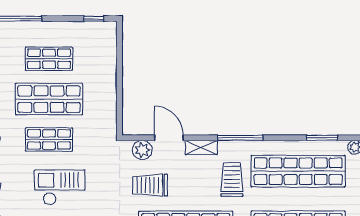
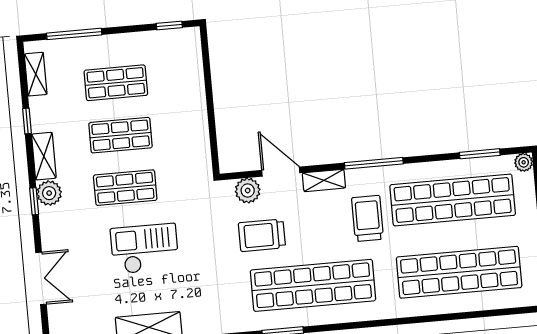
shop shelf: (49, 99) -> (121, 135), width x0.70, depth x0.74

